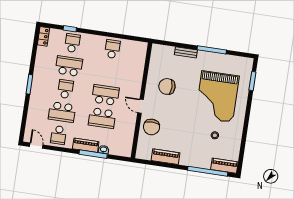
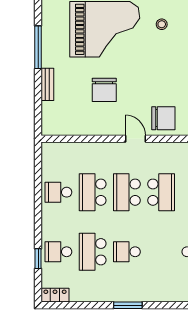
chair: (167, 86) -> (104, 90), moved
door: (141, 106) -> (135, 139), swing flipped
school desk: (62, 112) -> (93, 192), moved, turned 180

